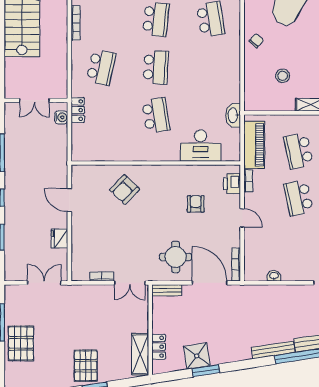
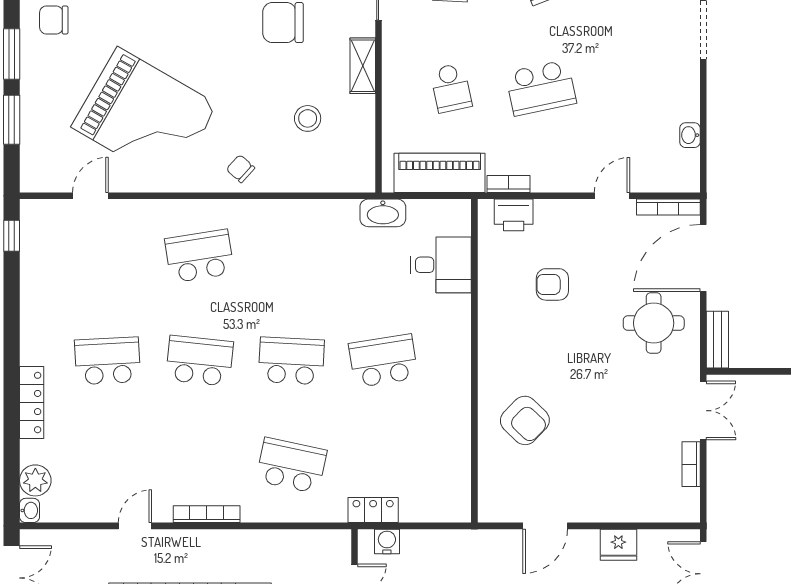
desk: (201, 146) -> (441, 265), width x0.73
school desk: (299, 151) -> (451, 88), width x0.54
door: (242, 218) -> (612, 196), moved

